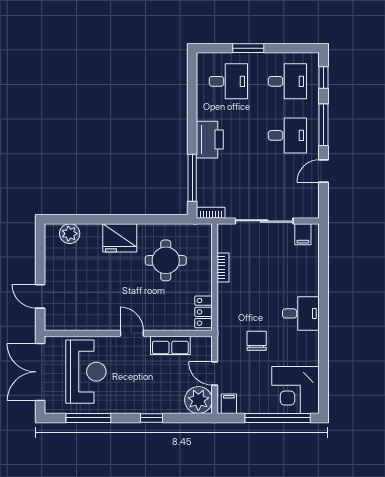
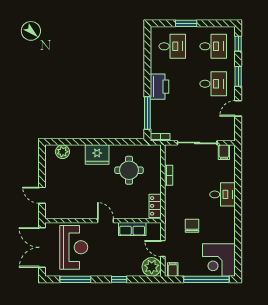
window: (323, 125) -> (238, 76), width x0.69
desk: (301, 313) -> (223, 194), moved

